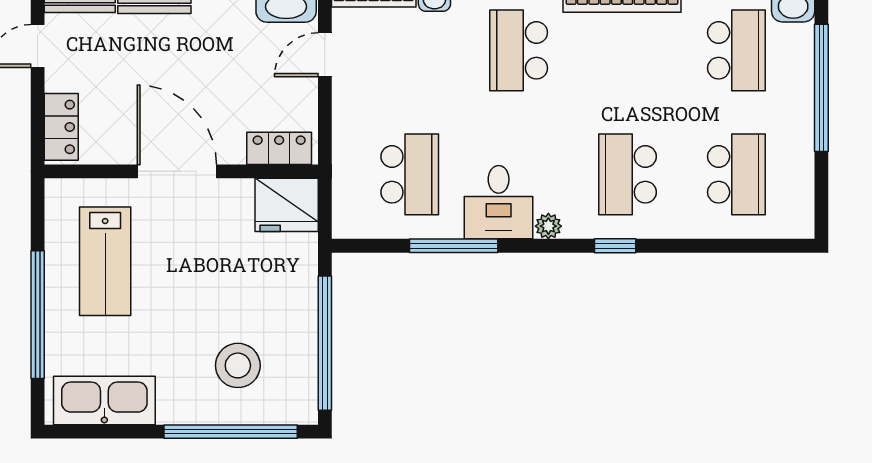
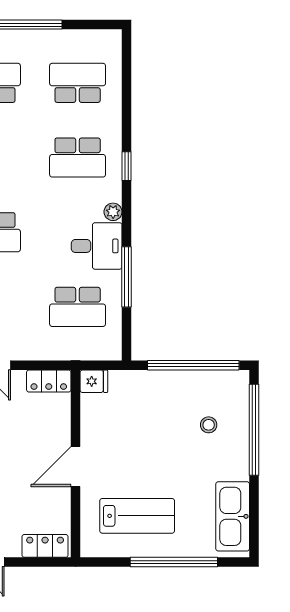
locker: (279, 148) -> (49, 381), moved, turned -90
door: (177, 171) -> (76, 467), width x0.73
school desk: (410, 174) -> (78, 307), turned 180
fridge: (287, 205) -> (94, 381), width x0.53, depth x0.75
stool: (238, 365) -> (209, 425), width x0.53, depth x0.53

